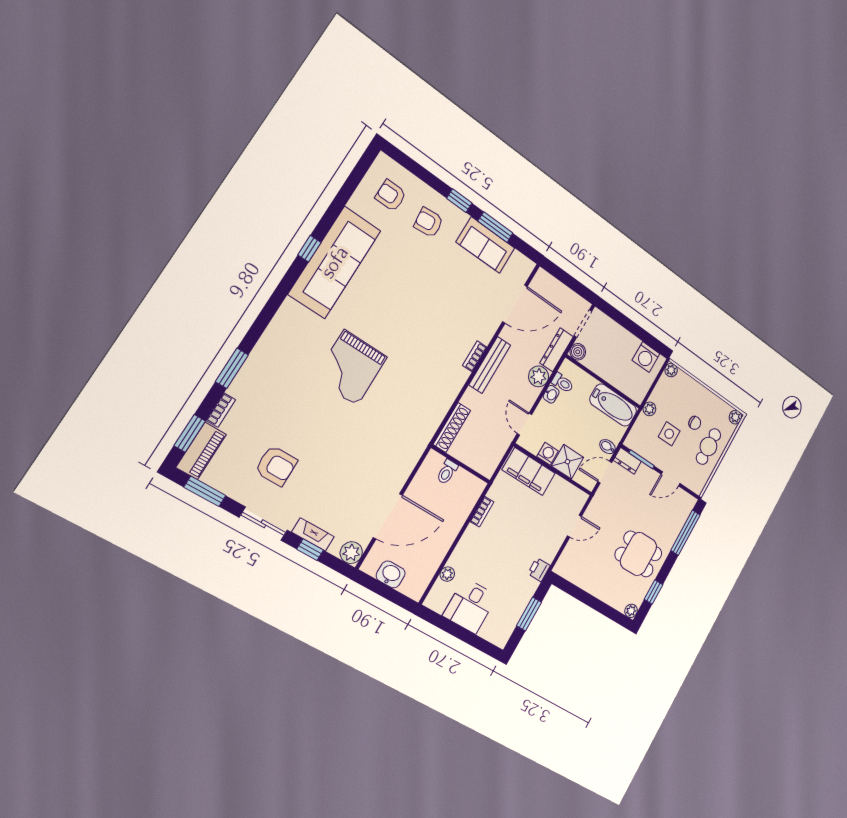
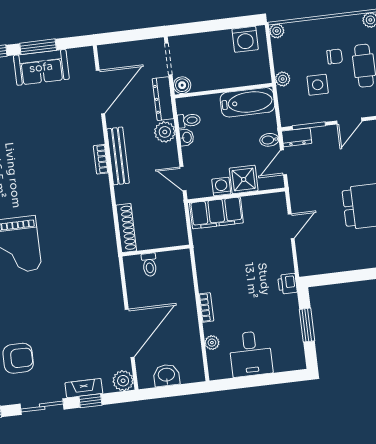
bookcase: (482, 512) -> (206, 307), moved

